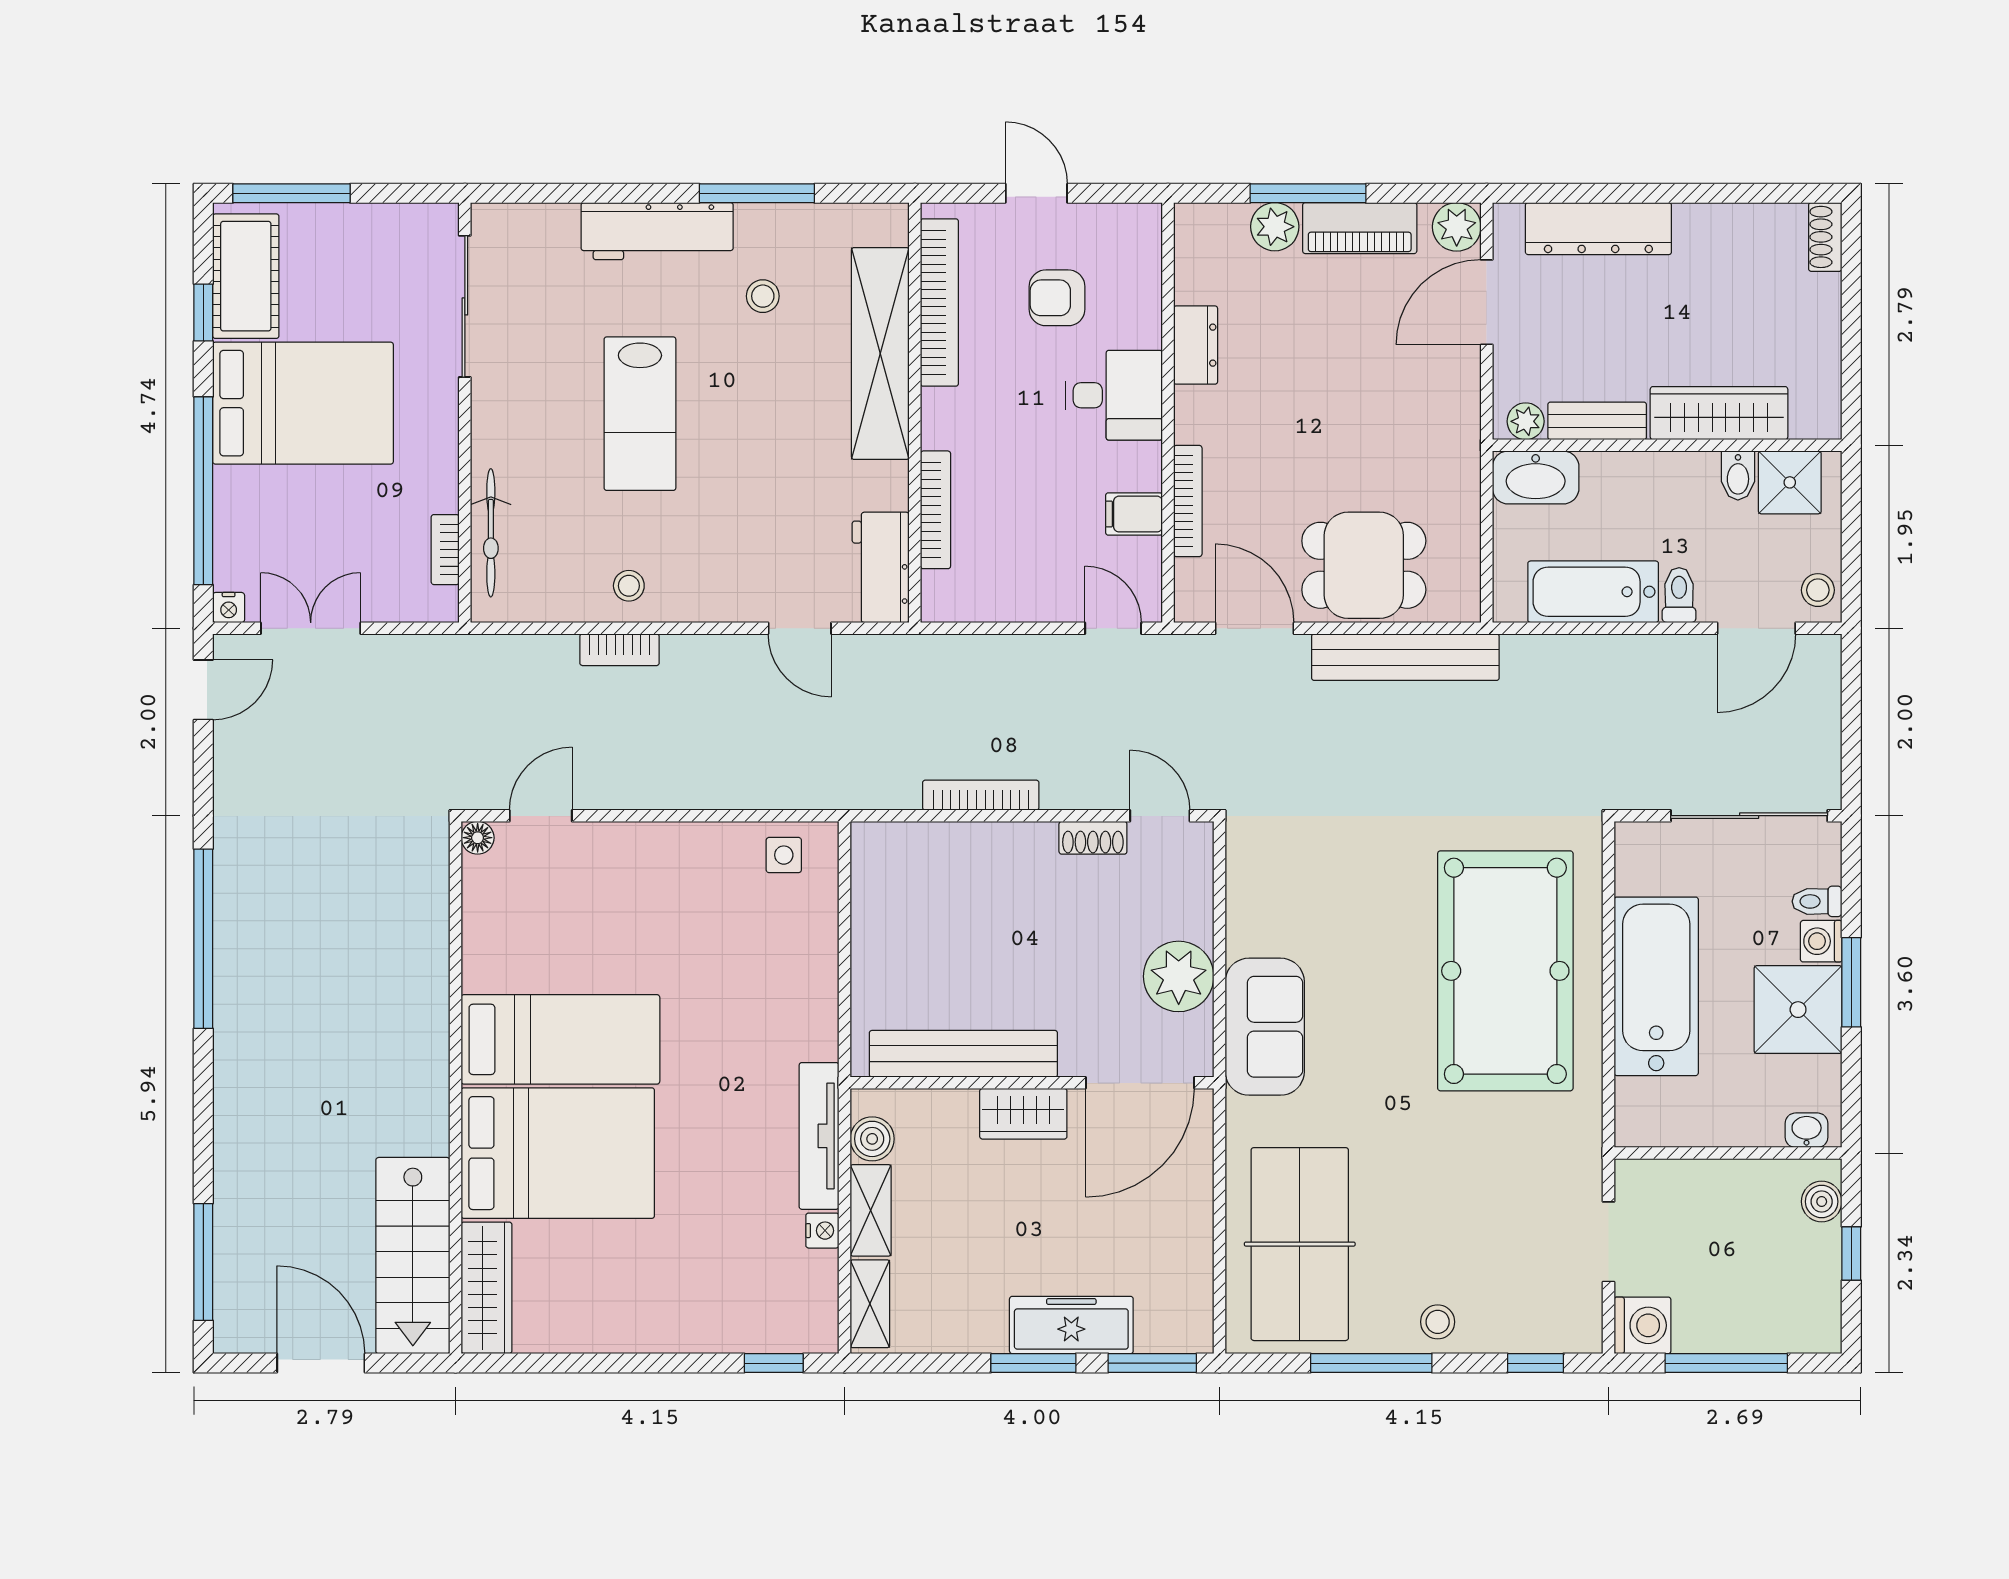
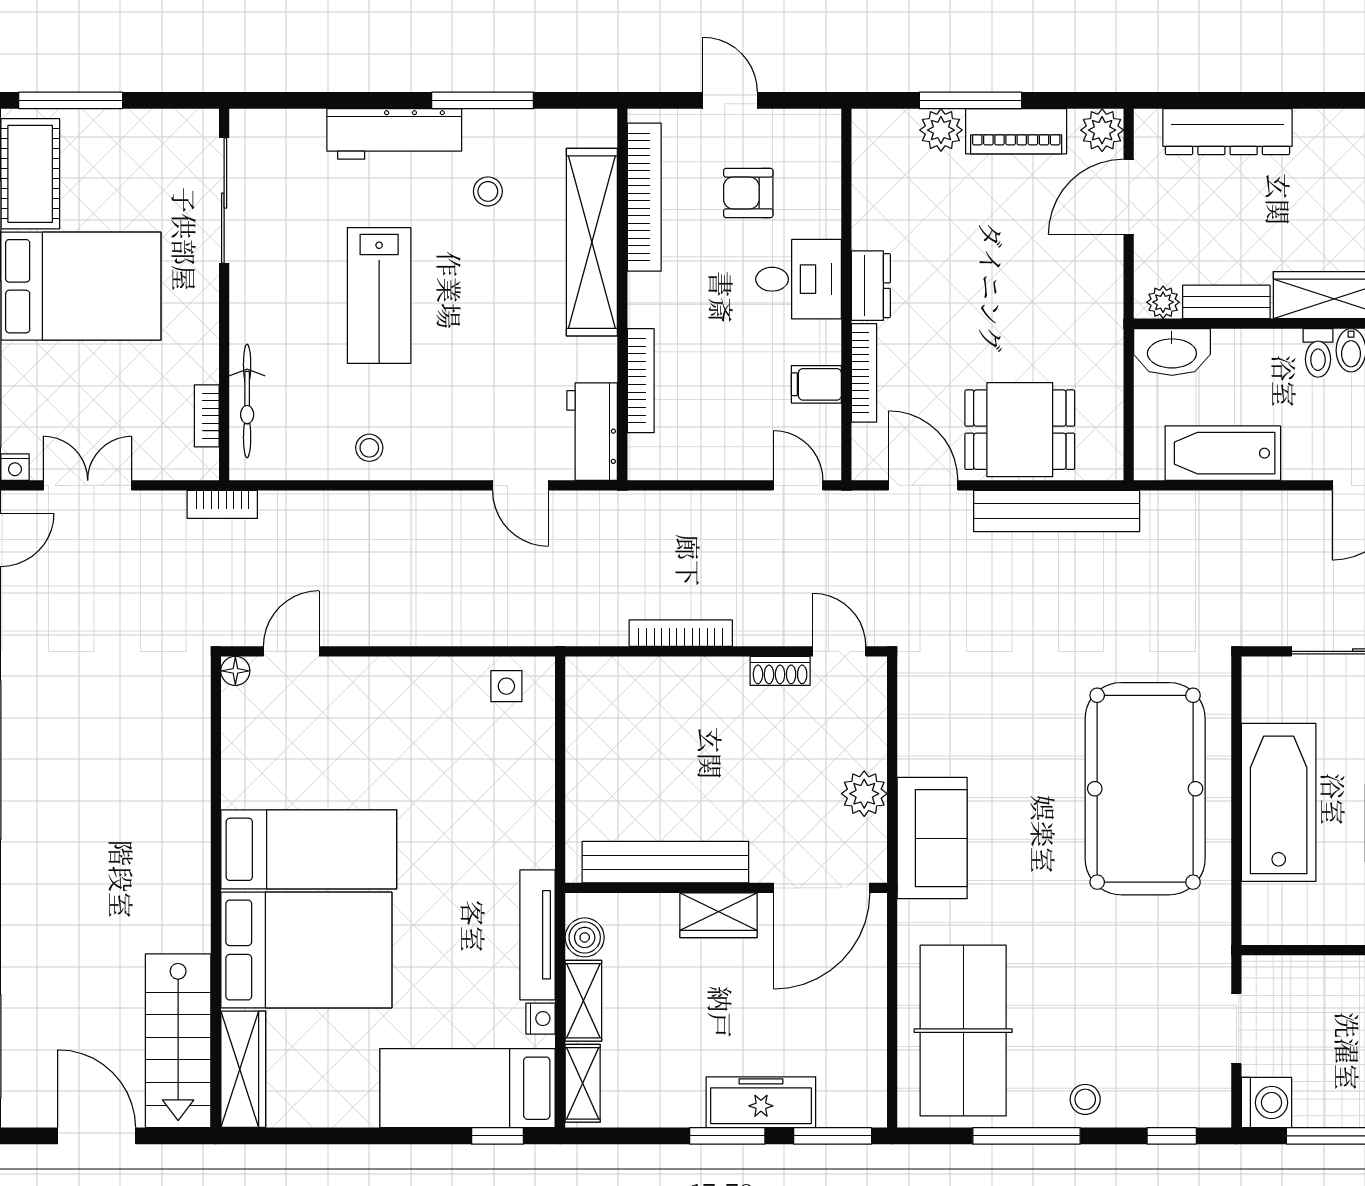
dresser: (1196, 345) -> (871, 286), moved
toilet: (1679, 595) -> (1318, 353), moved, turned 180
bookcase: (620, 650) -> (222, 504), moved
plant: (1179, 976) -> (864, 794), width x0.73, depth x0.73
bed: (740, 1309) -> (468, 1088), added

